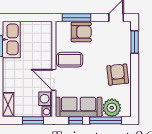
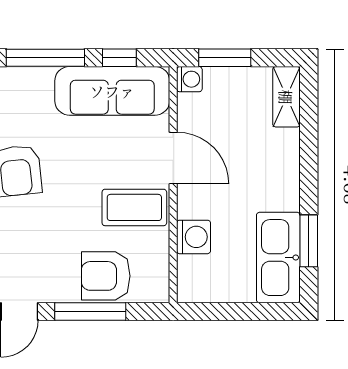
window: (77, 18) -> (90, 312), moved
washing machine: (46, 99) -> (194, 237), moved
plant: (112, 108) -> (30, 89), removed

